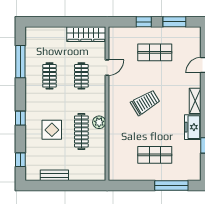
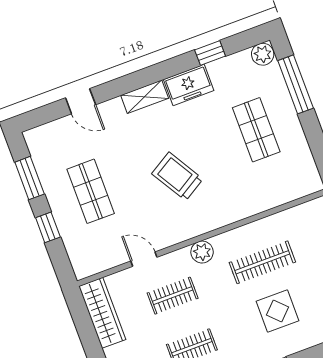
plant: (99, 122) -> (202, 252), moved
plant: (195, 174) -> (263, 54), added

